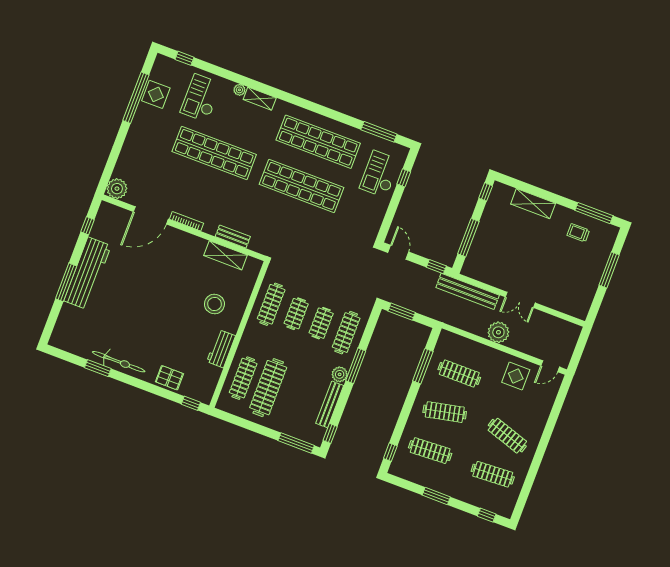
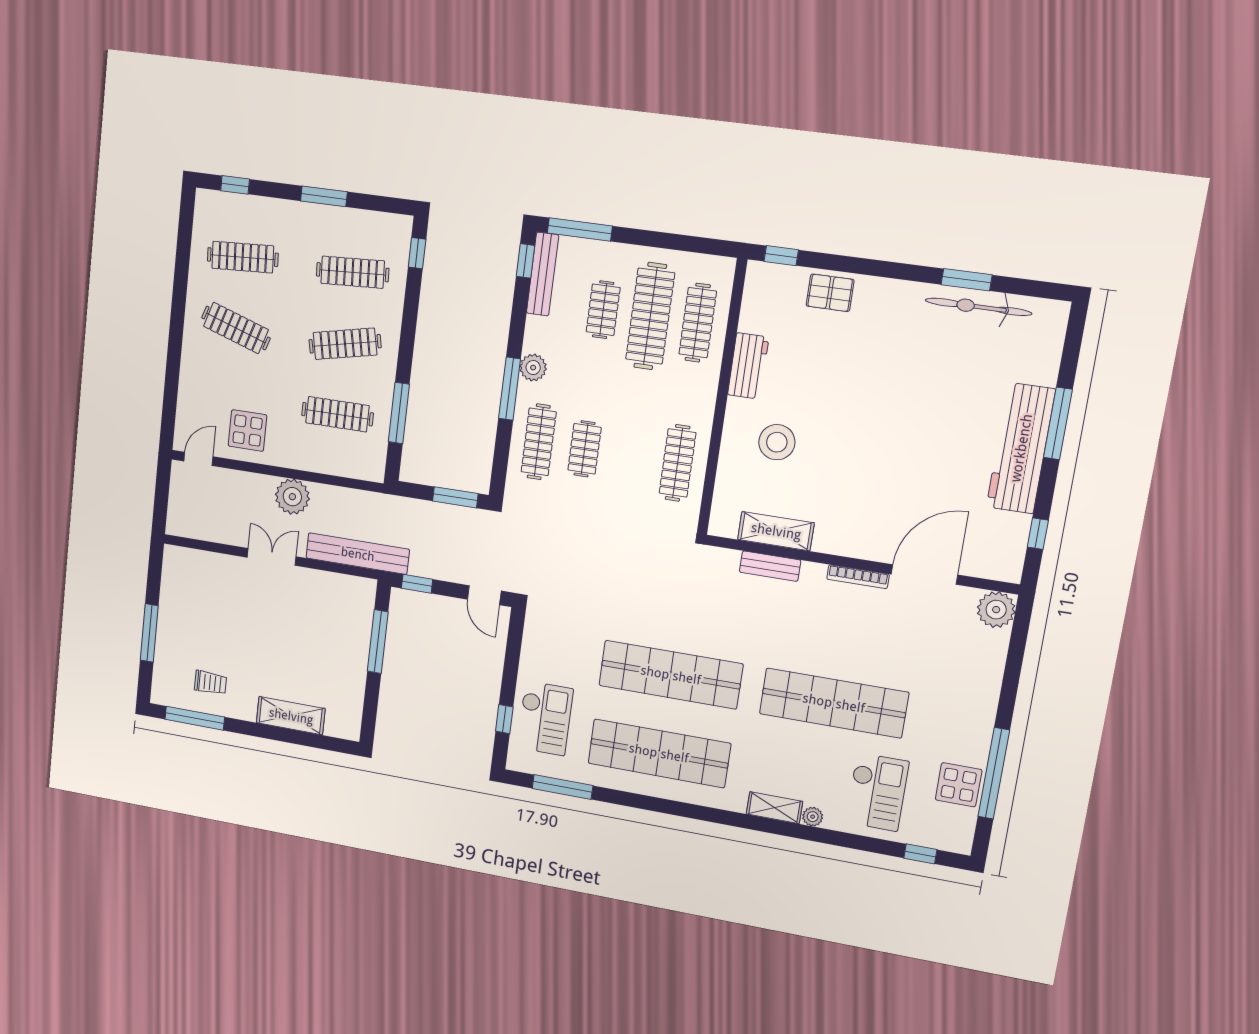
window: (486, 192) -> (369, 720), removed
clothes rail: (296, 314) -> (603, 310), moved
bicycle: (119, 362) -> (978, 307), moved
bench: (330, 404) -> (543, 274), moved

